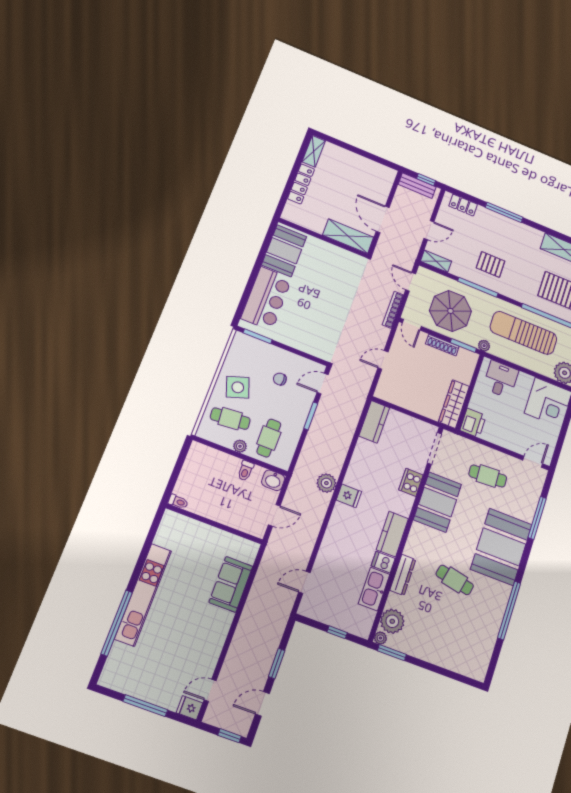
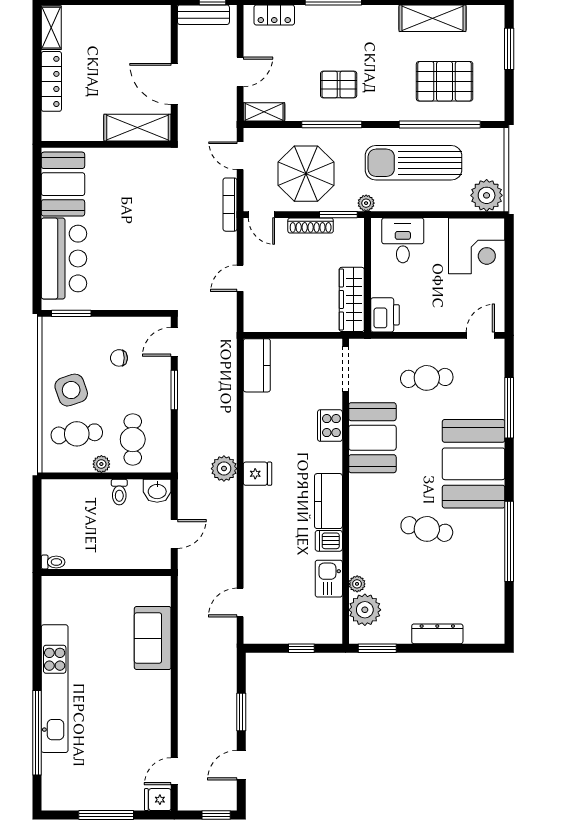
dresser: (403, 575) -> (437, 634), moved, turned -90
kitchen sink: (374, 589) -> (329, 579), width x0.73
plant: (380, 638) -> (357, 584), moved

